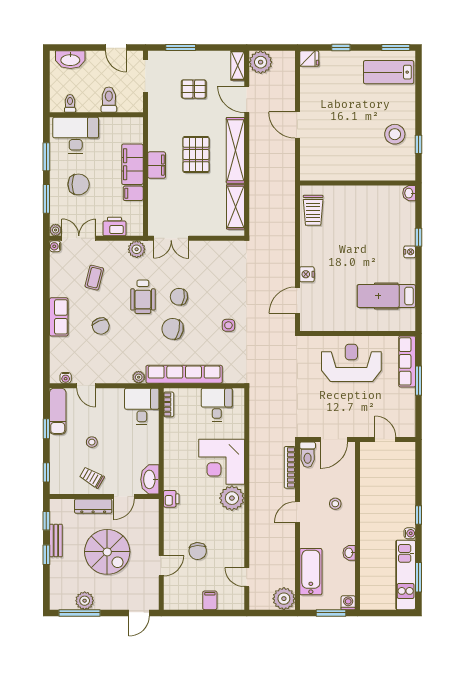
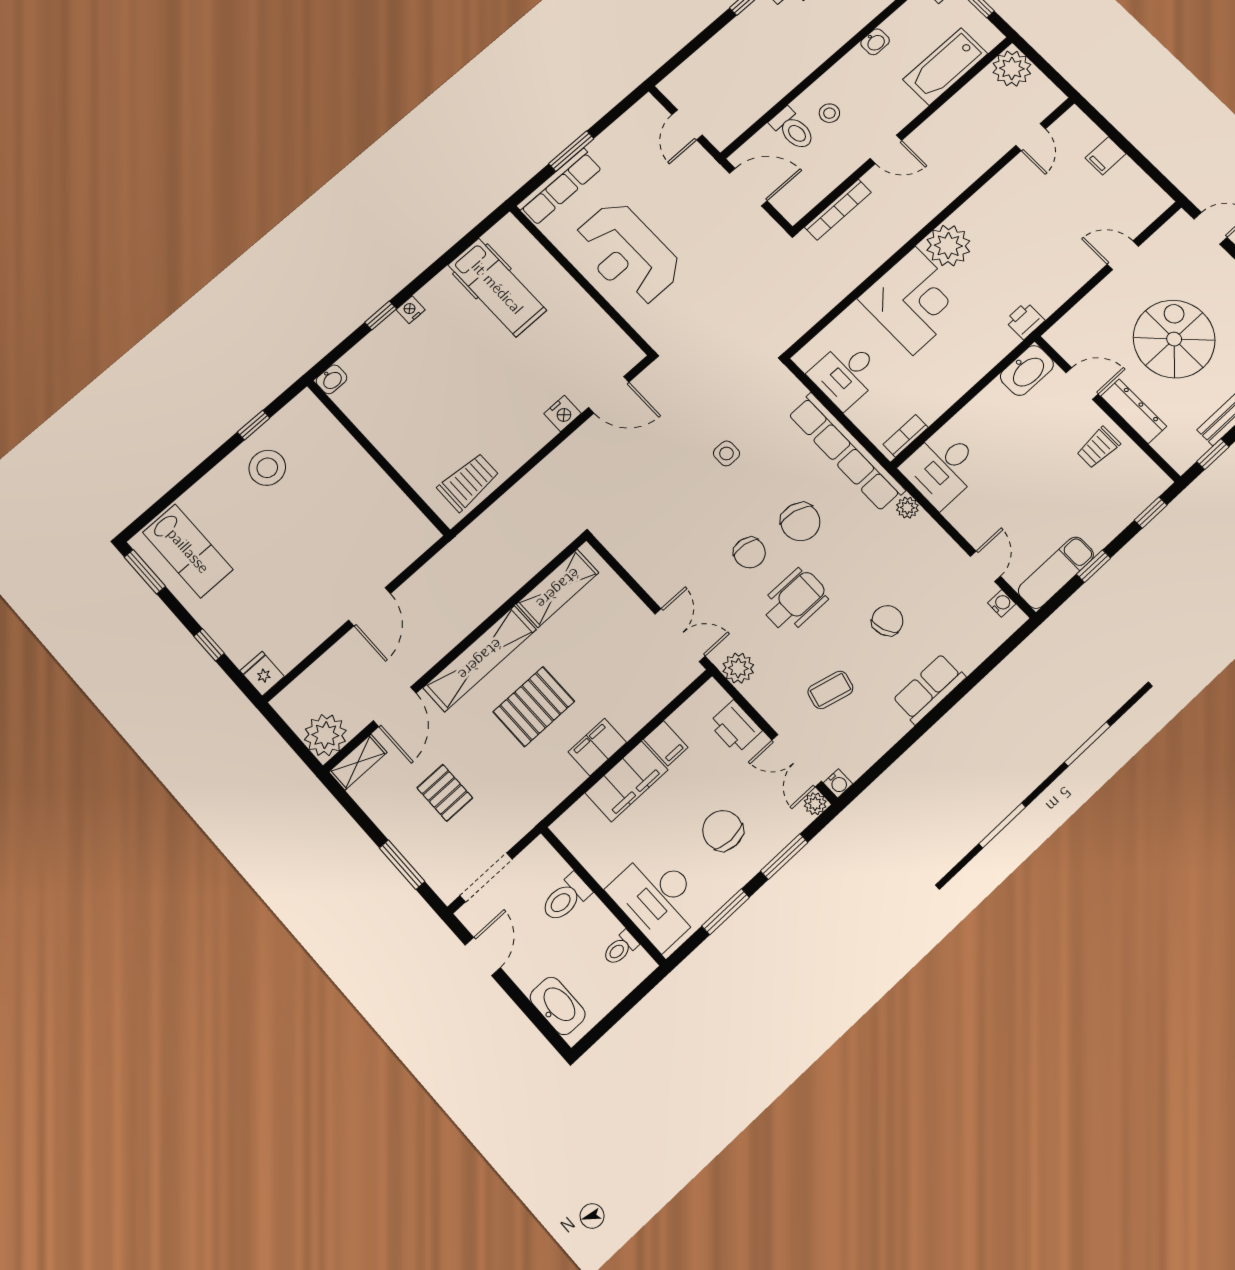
stool: (92, 442) -> (1052, 490), removed
toilet: (308, 455) -> (793, 129), moved, turned 90
trolley: (92, 477) -> (1098, 447), turned 60
chair: (198, 551) -> (1059, 227), removed

